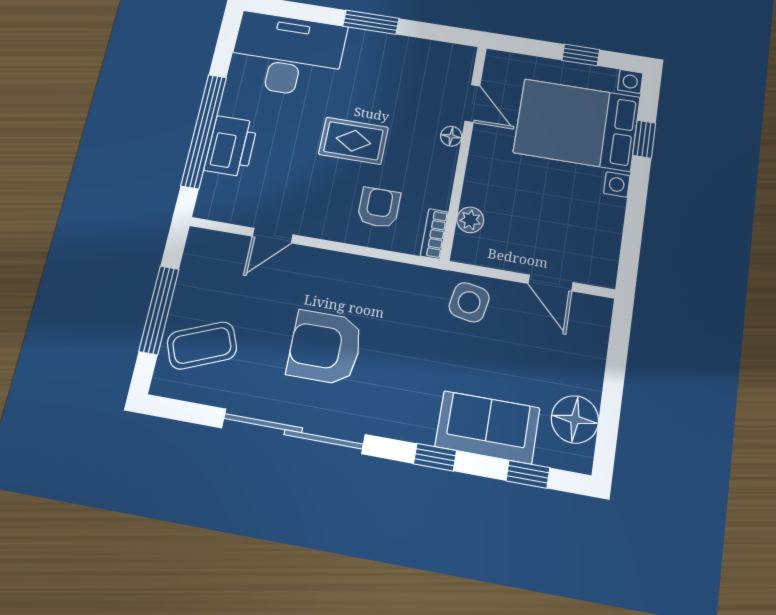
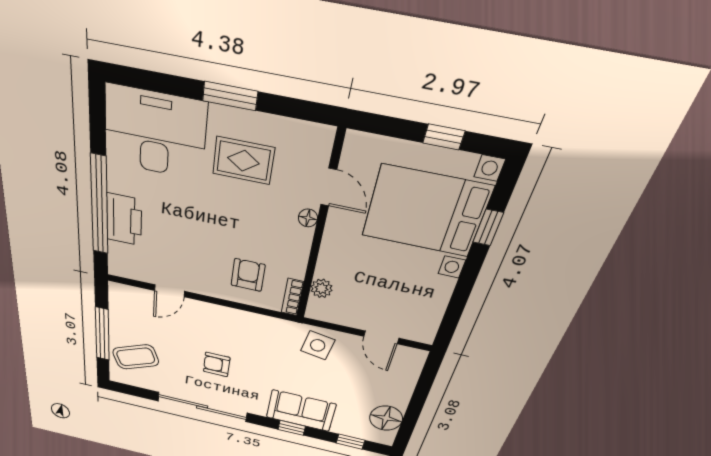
rug: (353, 141) -> (243, 161), moved
armchair: (325, 347) -> (217, 364), width x0.53, depth x0.53
sofa: (487, 427) -> (301, 411), moved

